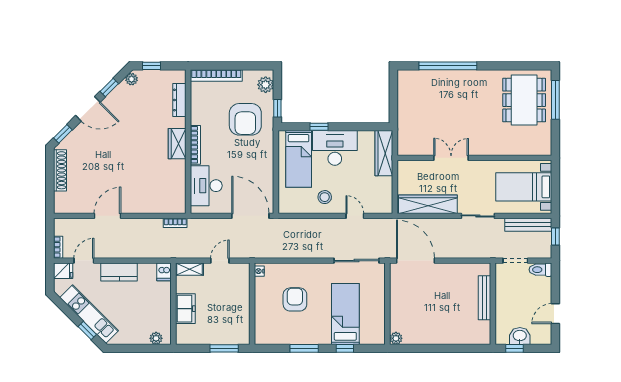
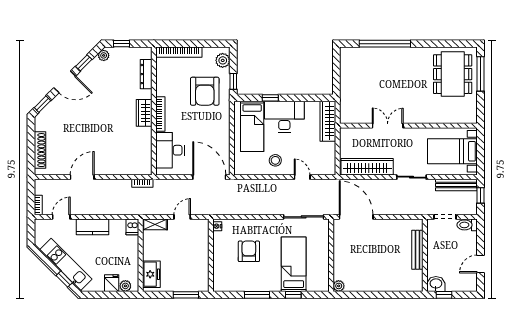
shoe rack: (60, 170) -> (40, 150), moved
fridge: (63, 271) -> (112, 283), moved, turned -90
freezer: (185, 309) -> (151, 274), moved
washbasin: (520, 336) -> (436, 284), moved

